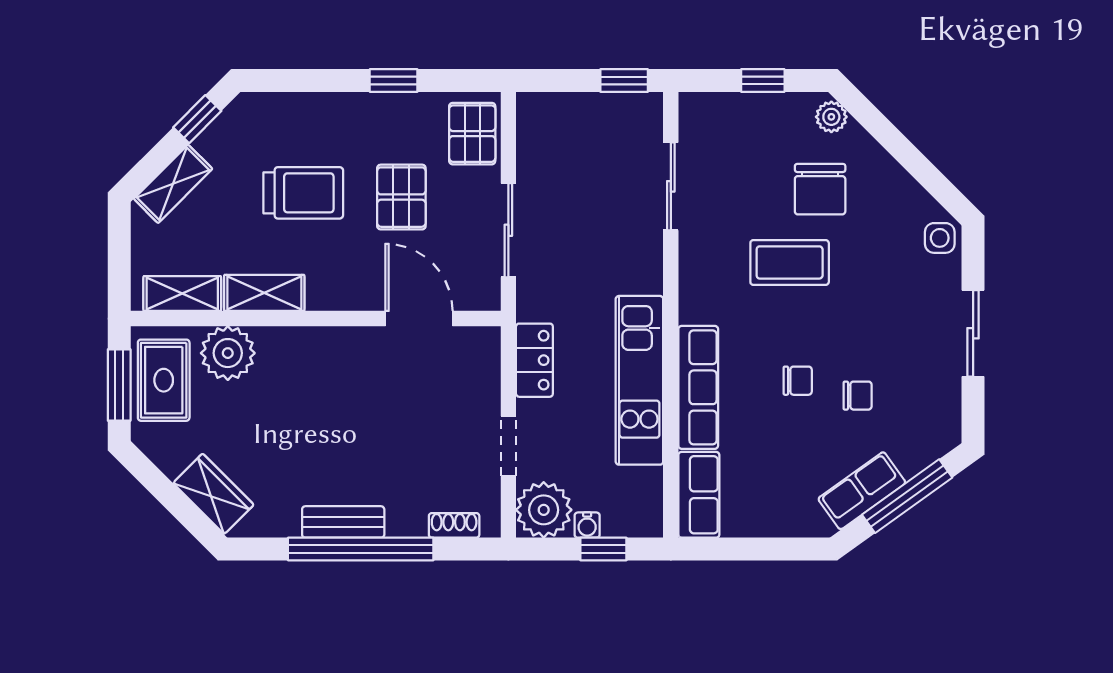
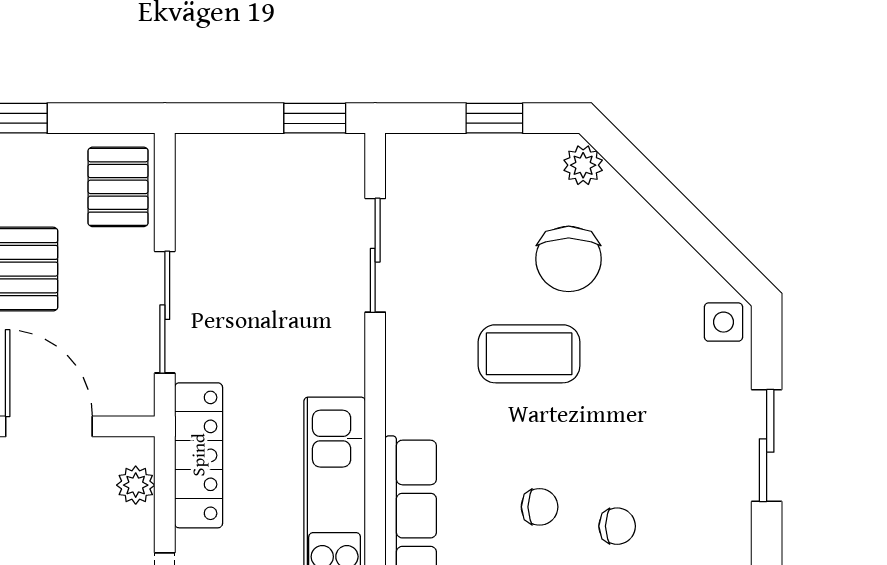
locker: (534, 360) -> (199, 455), width x1.53
plant: (486, 364) -> (136, 485), added

